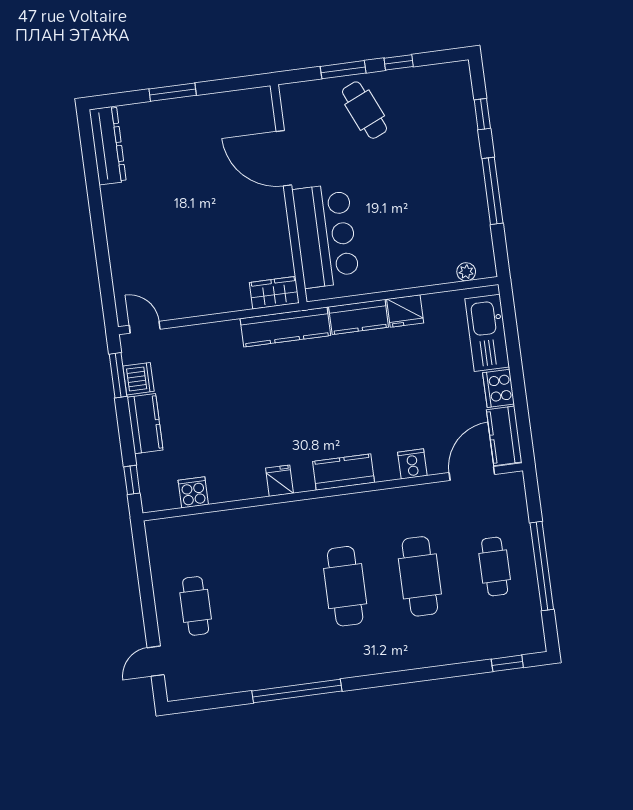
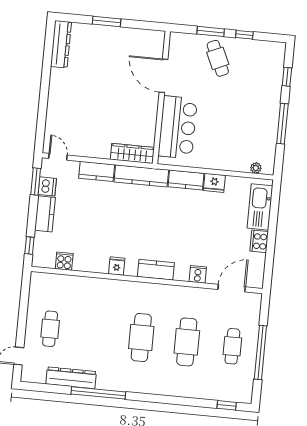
wardrobe: (274, 293) -> (132, 153), width x1.50
kitchen counter: (504, 436) -> (97, 171), moved, turned -90
dresser: (248, 677) -> (71, 378), added

